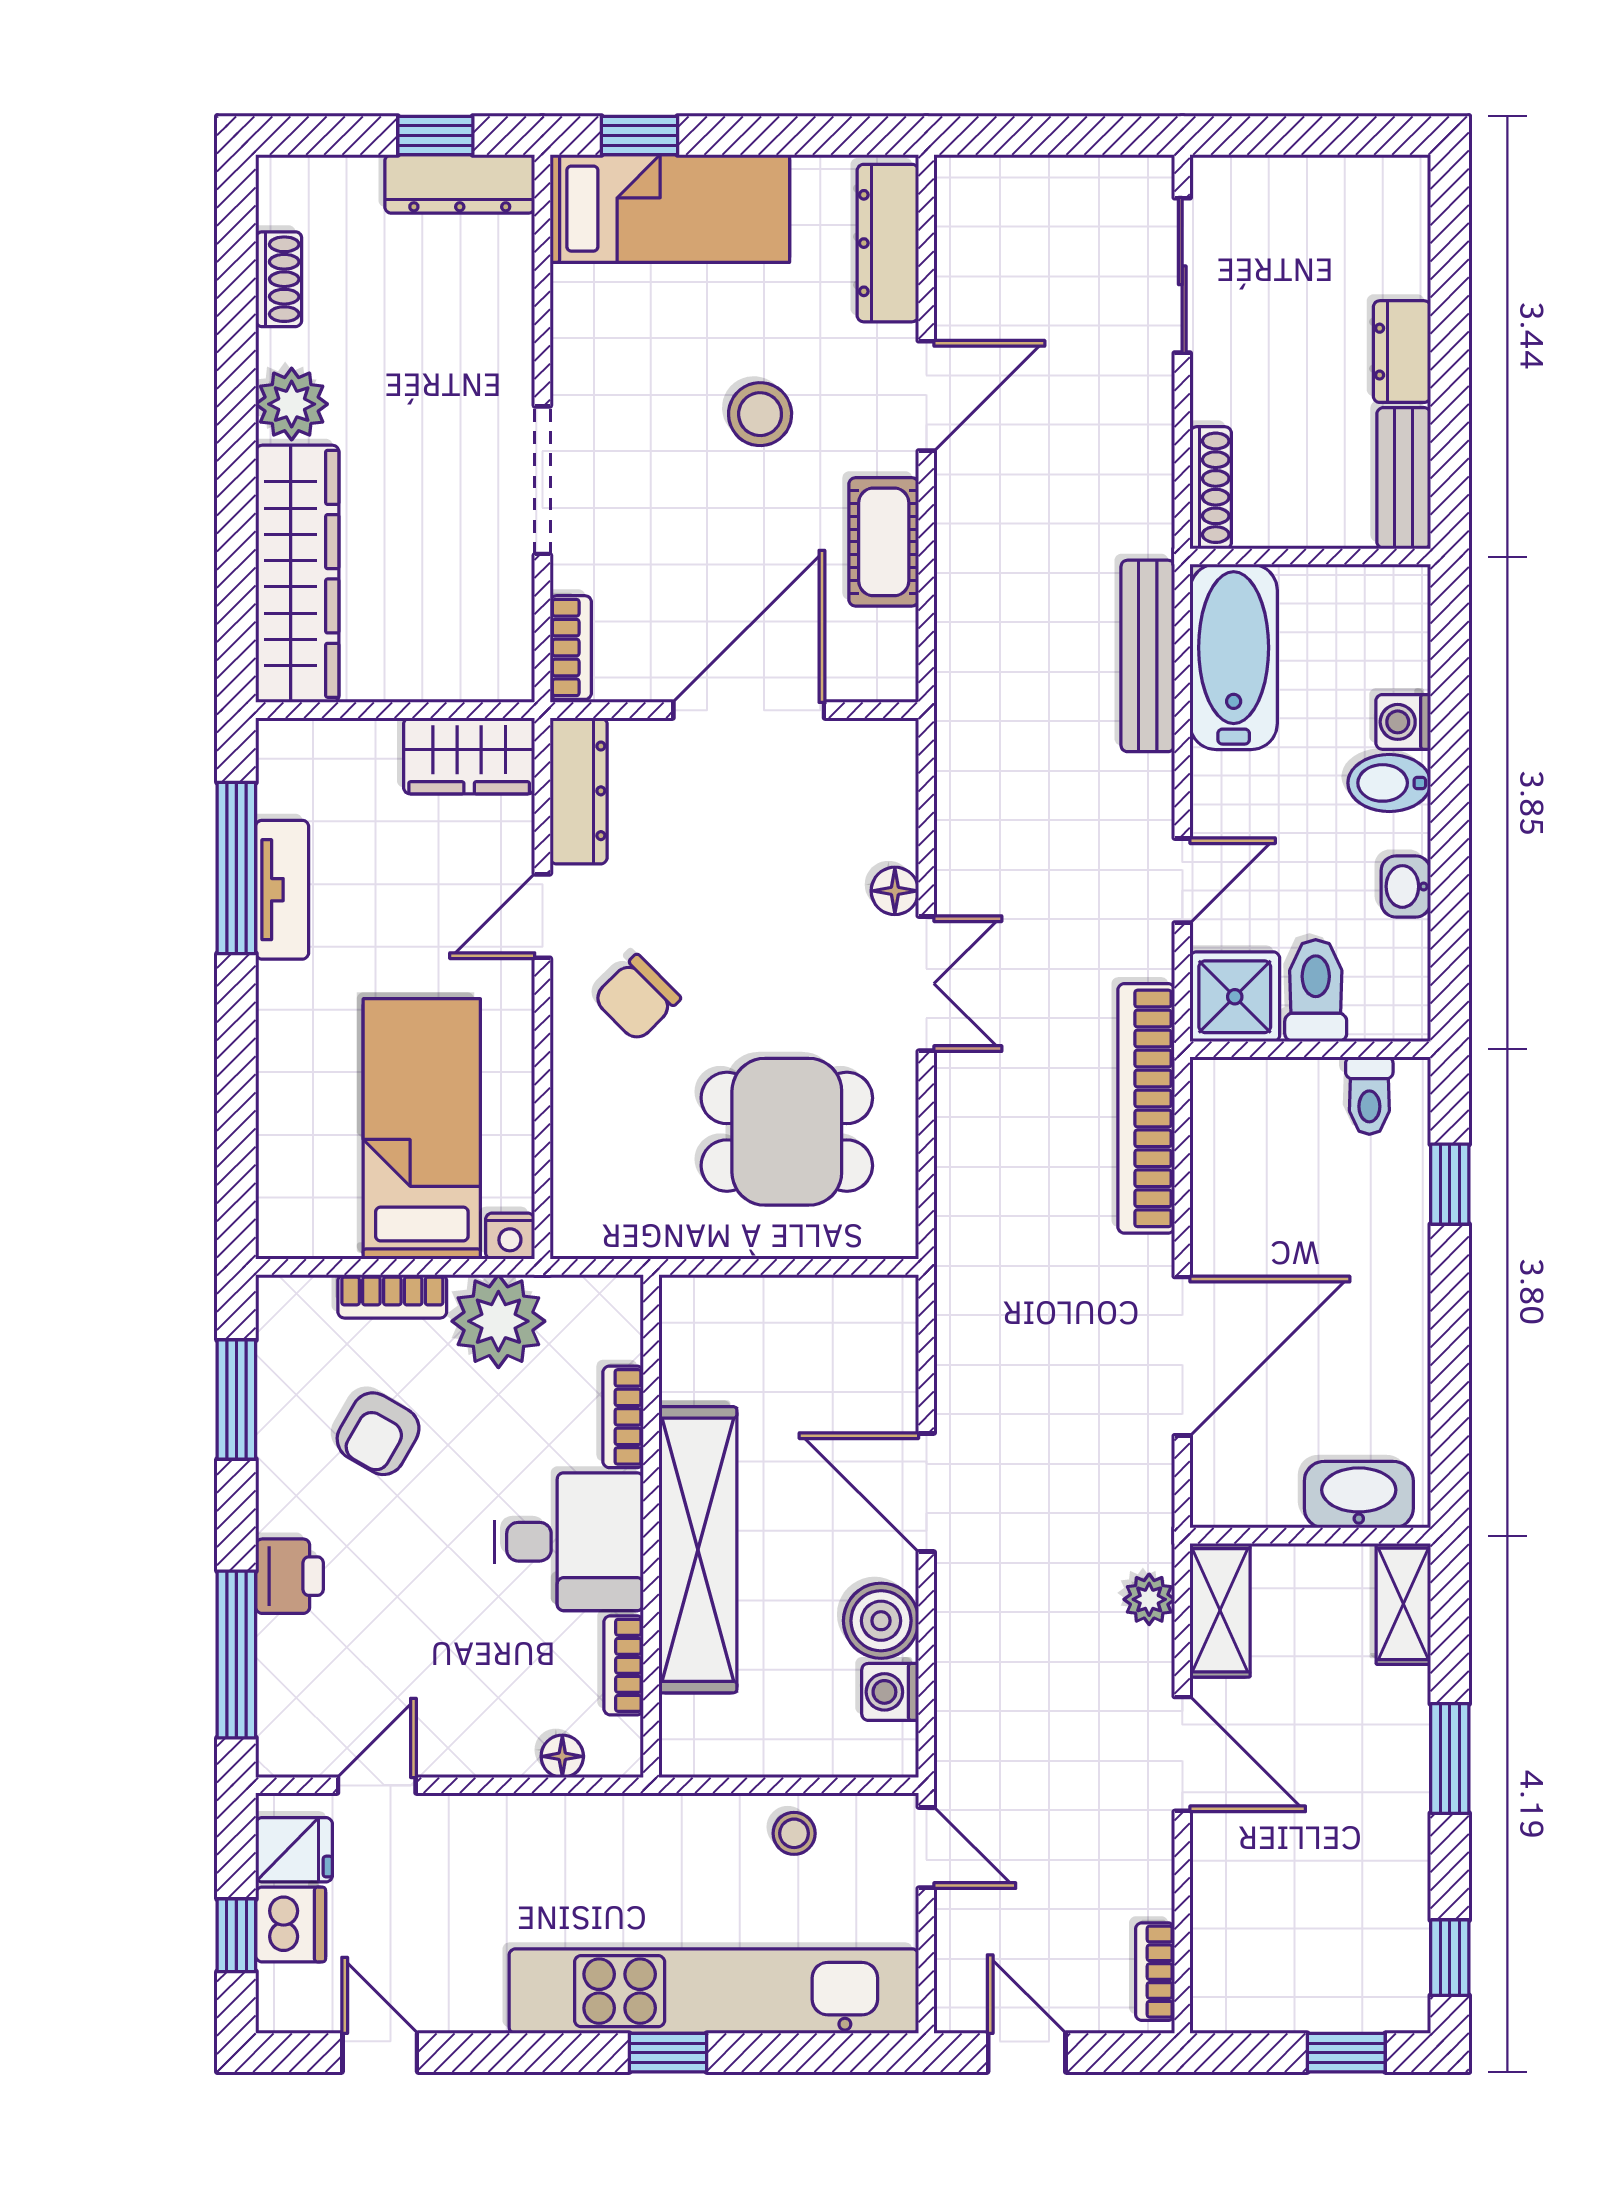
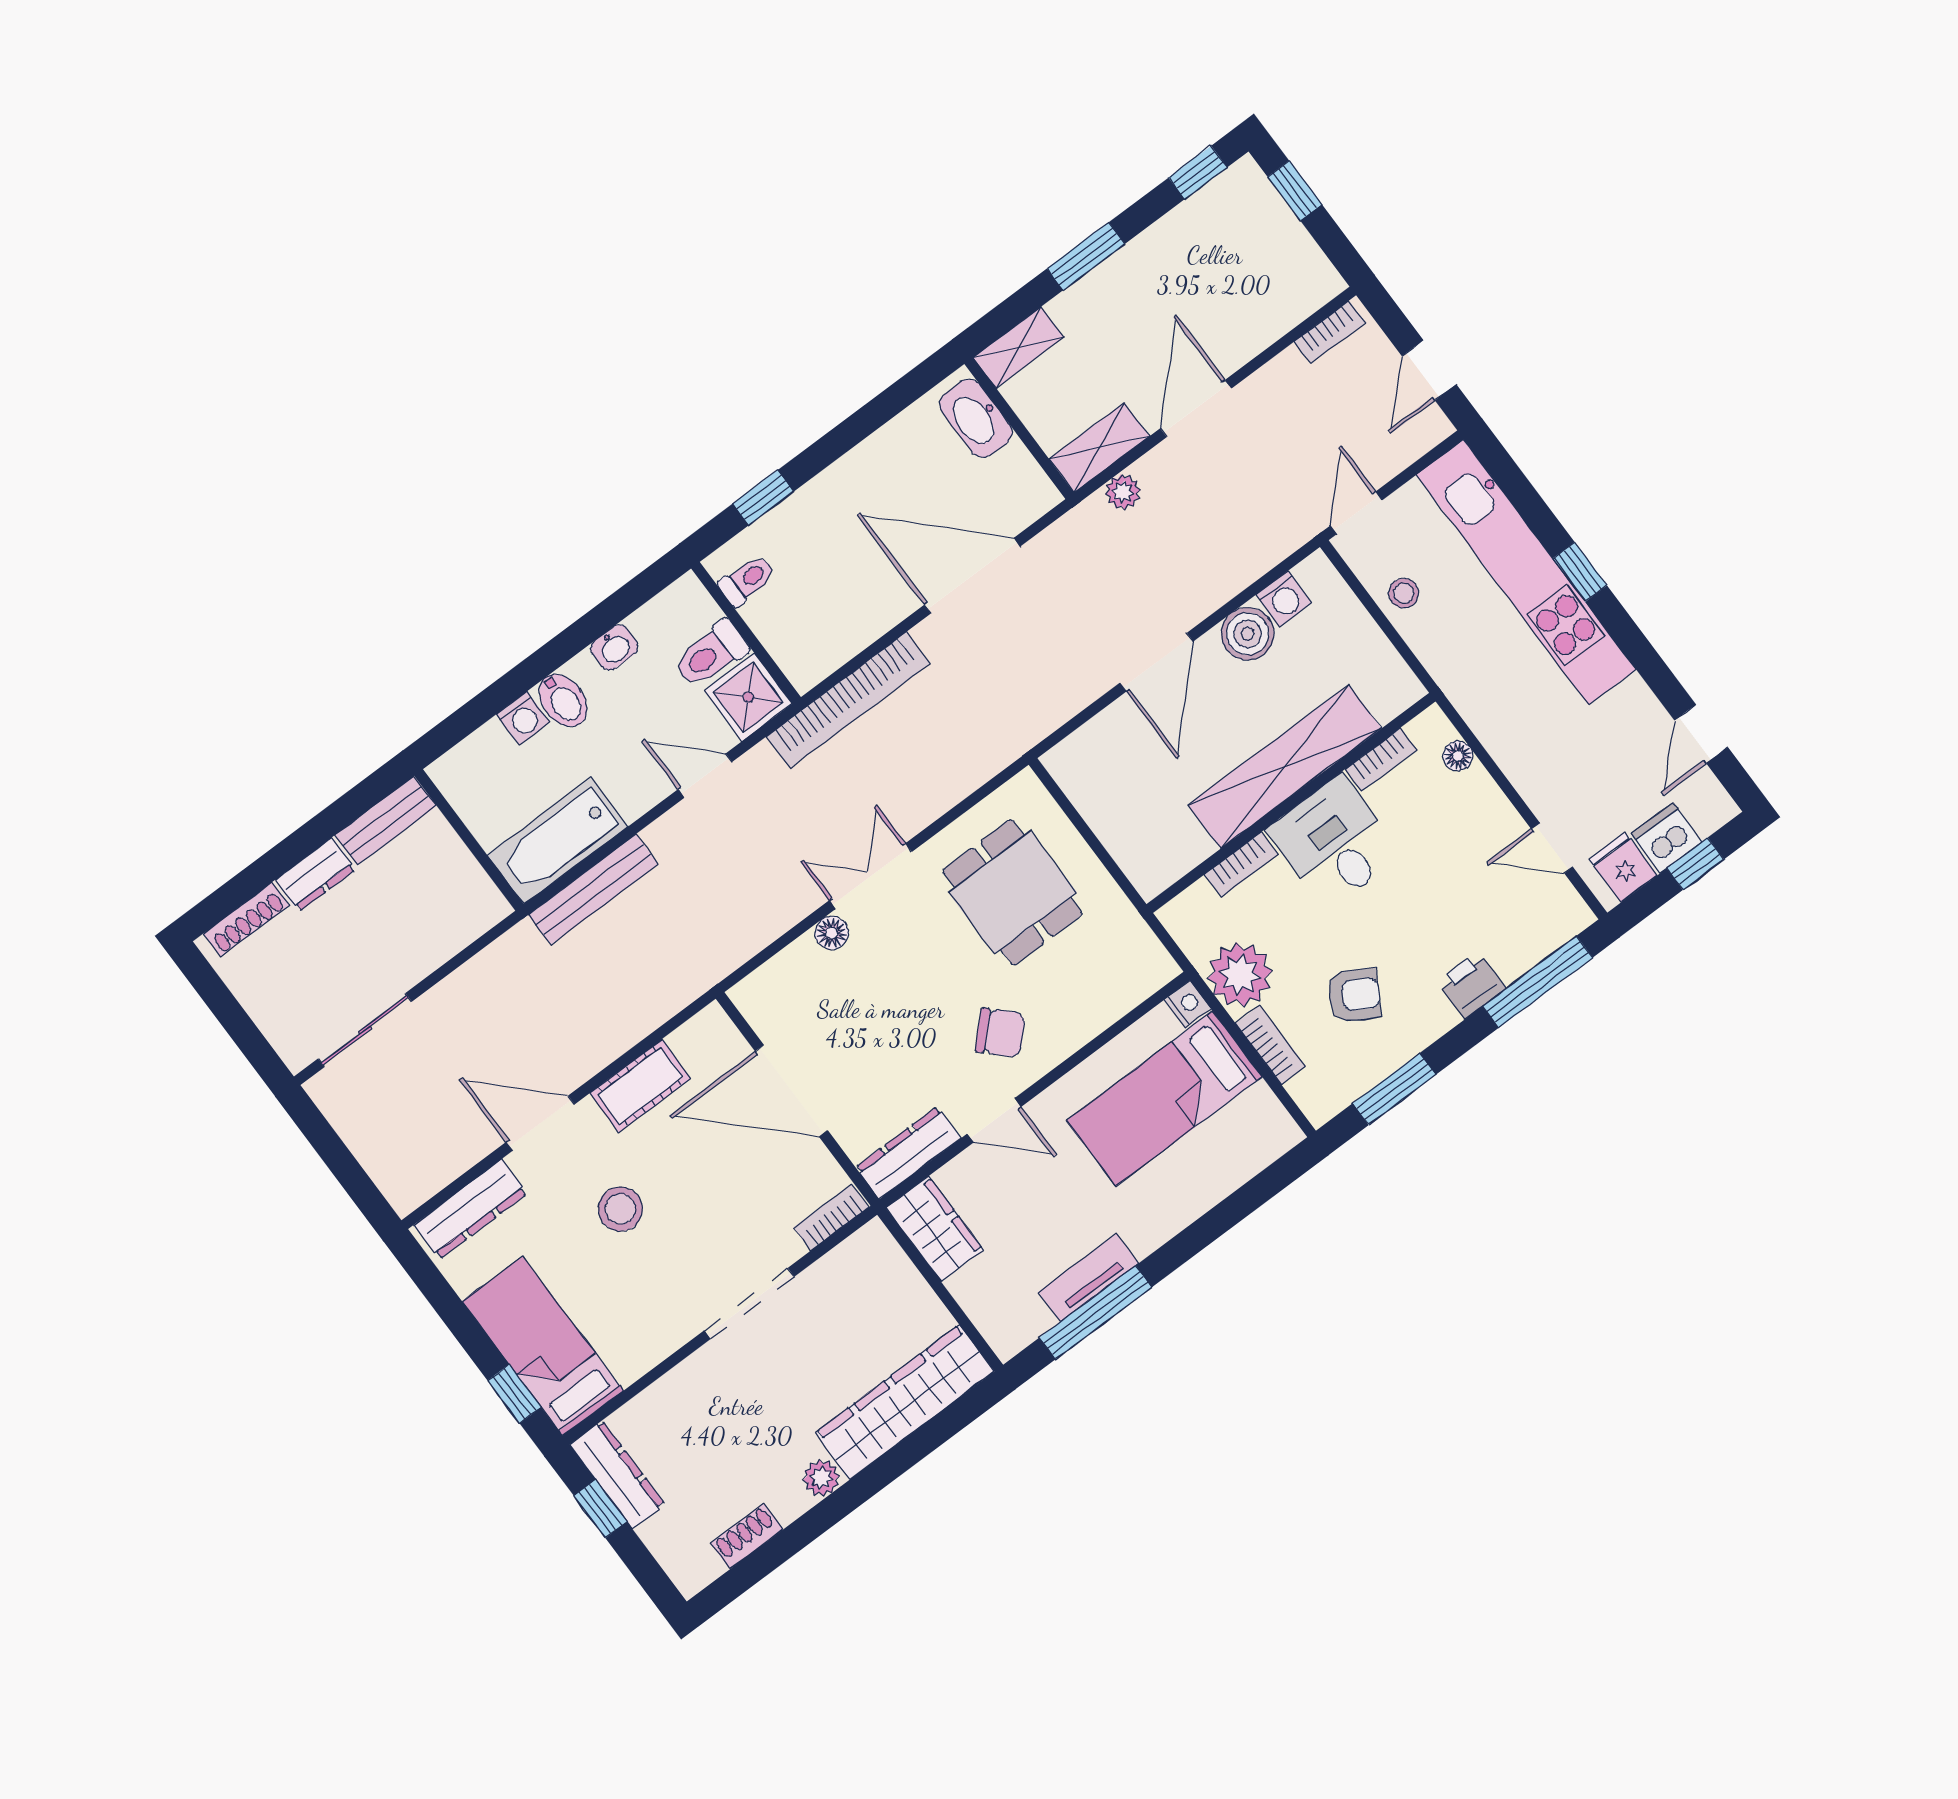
plant: (292, 404) -> (821, 1478), width x0.73, depth x0.73
shoe rack: (1211, 488) -> (246, 919), moved, turned 180

